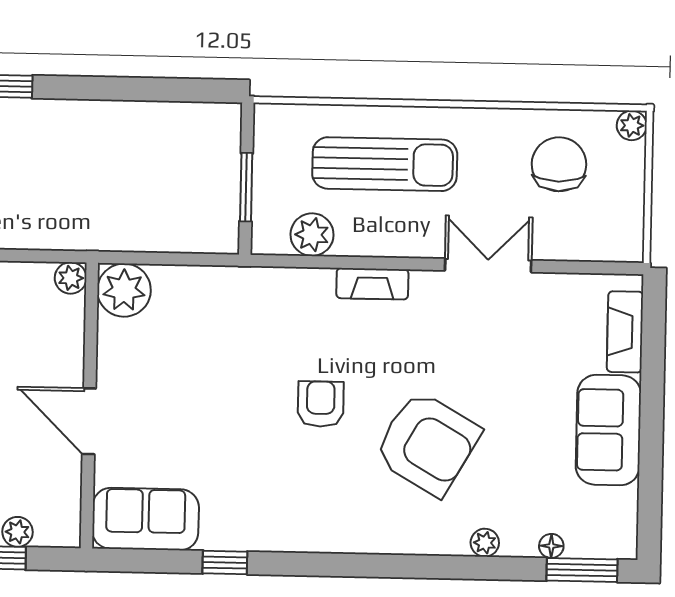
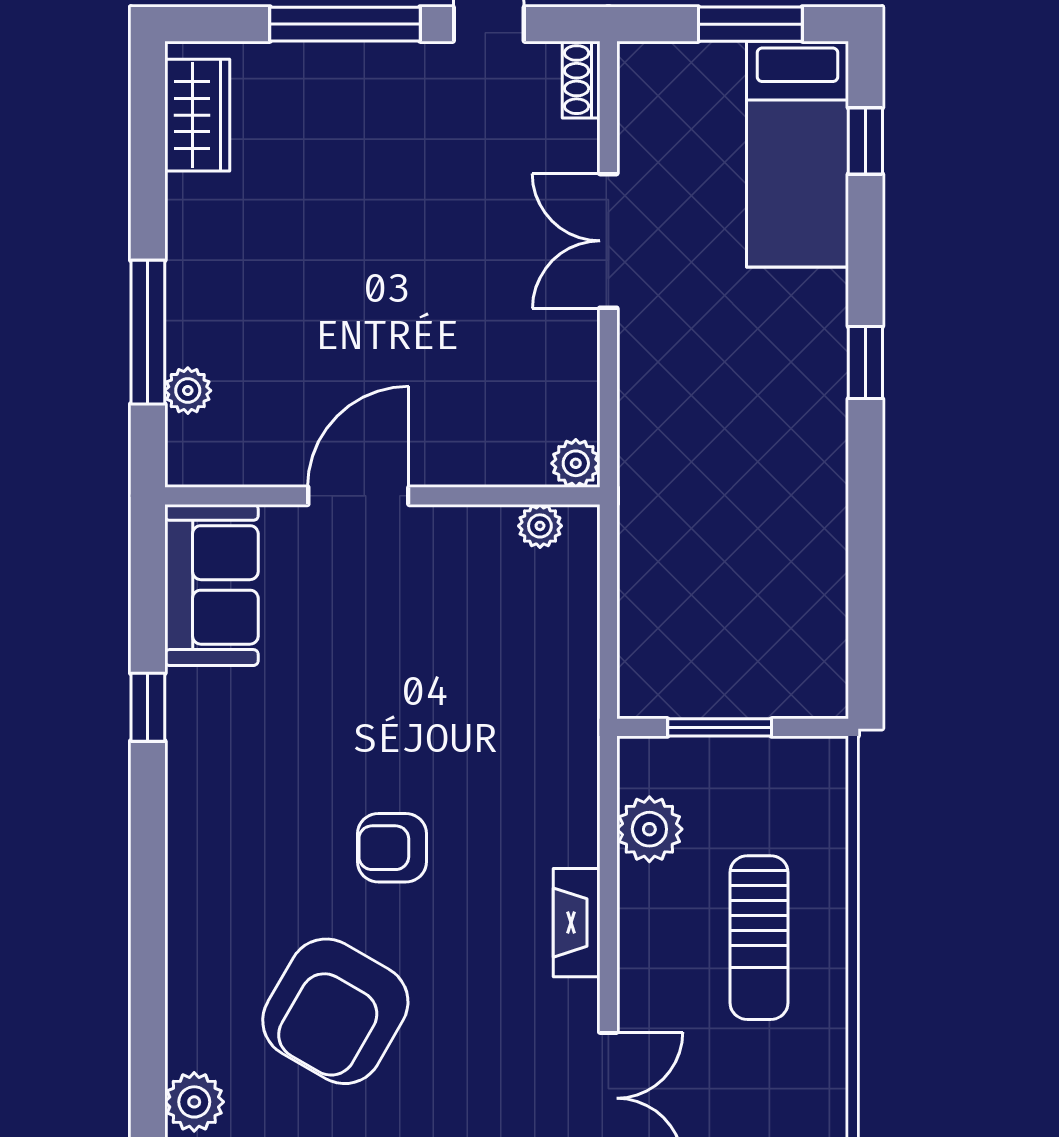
sun lounger: (385, 164) -> (759, 938), width x0.73, depth x0.75
plant: (124, 290) -> (540, 526), width x0.53, depth x0.53
armchair: (321, 404) -> (392, 848), turned 180
plant: (485, 543) -> (194, 1102), width x1.38, depth x1.38

